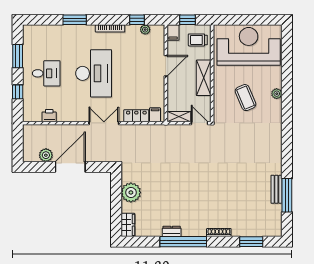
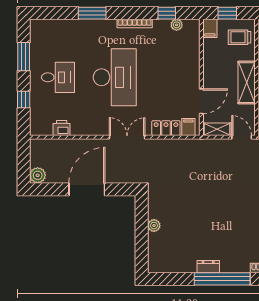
door: (166, 66) -> (201, 101), moved
plant: (46, 155) -> (38, 175), moved
plant: (131, 192) -> (154, 226), width x0.53, depth x0.53
wardrobe: (128, 225) -> (156, 259), removed

